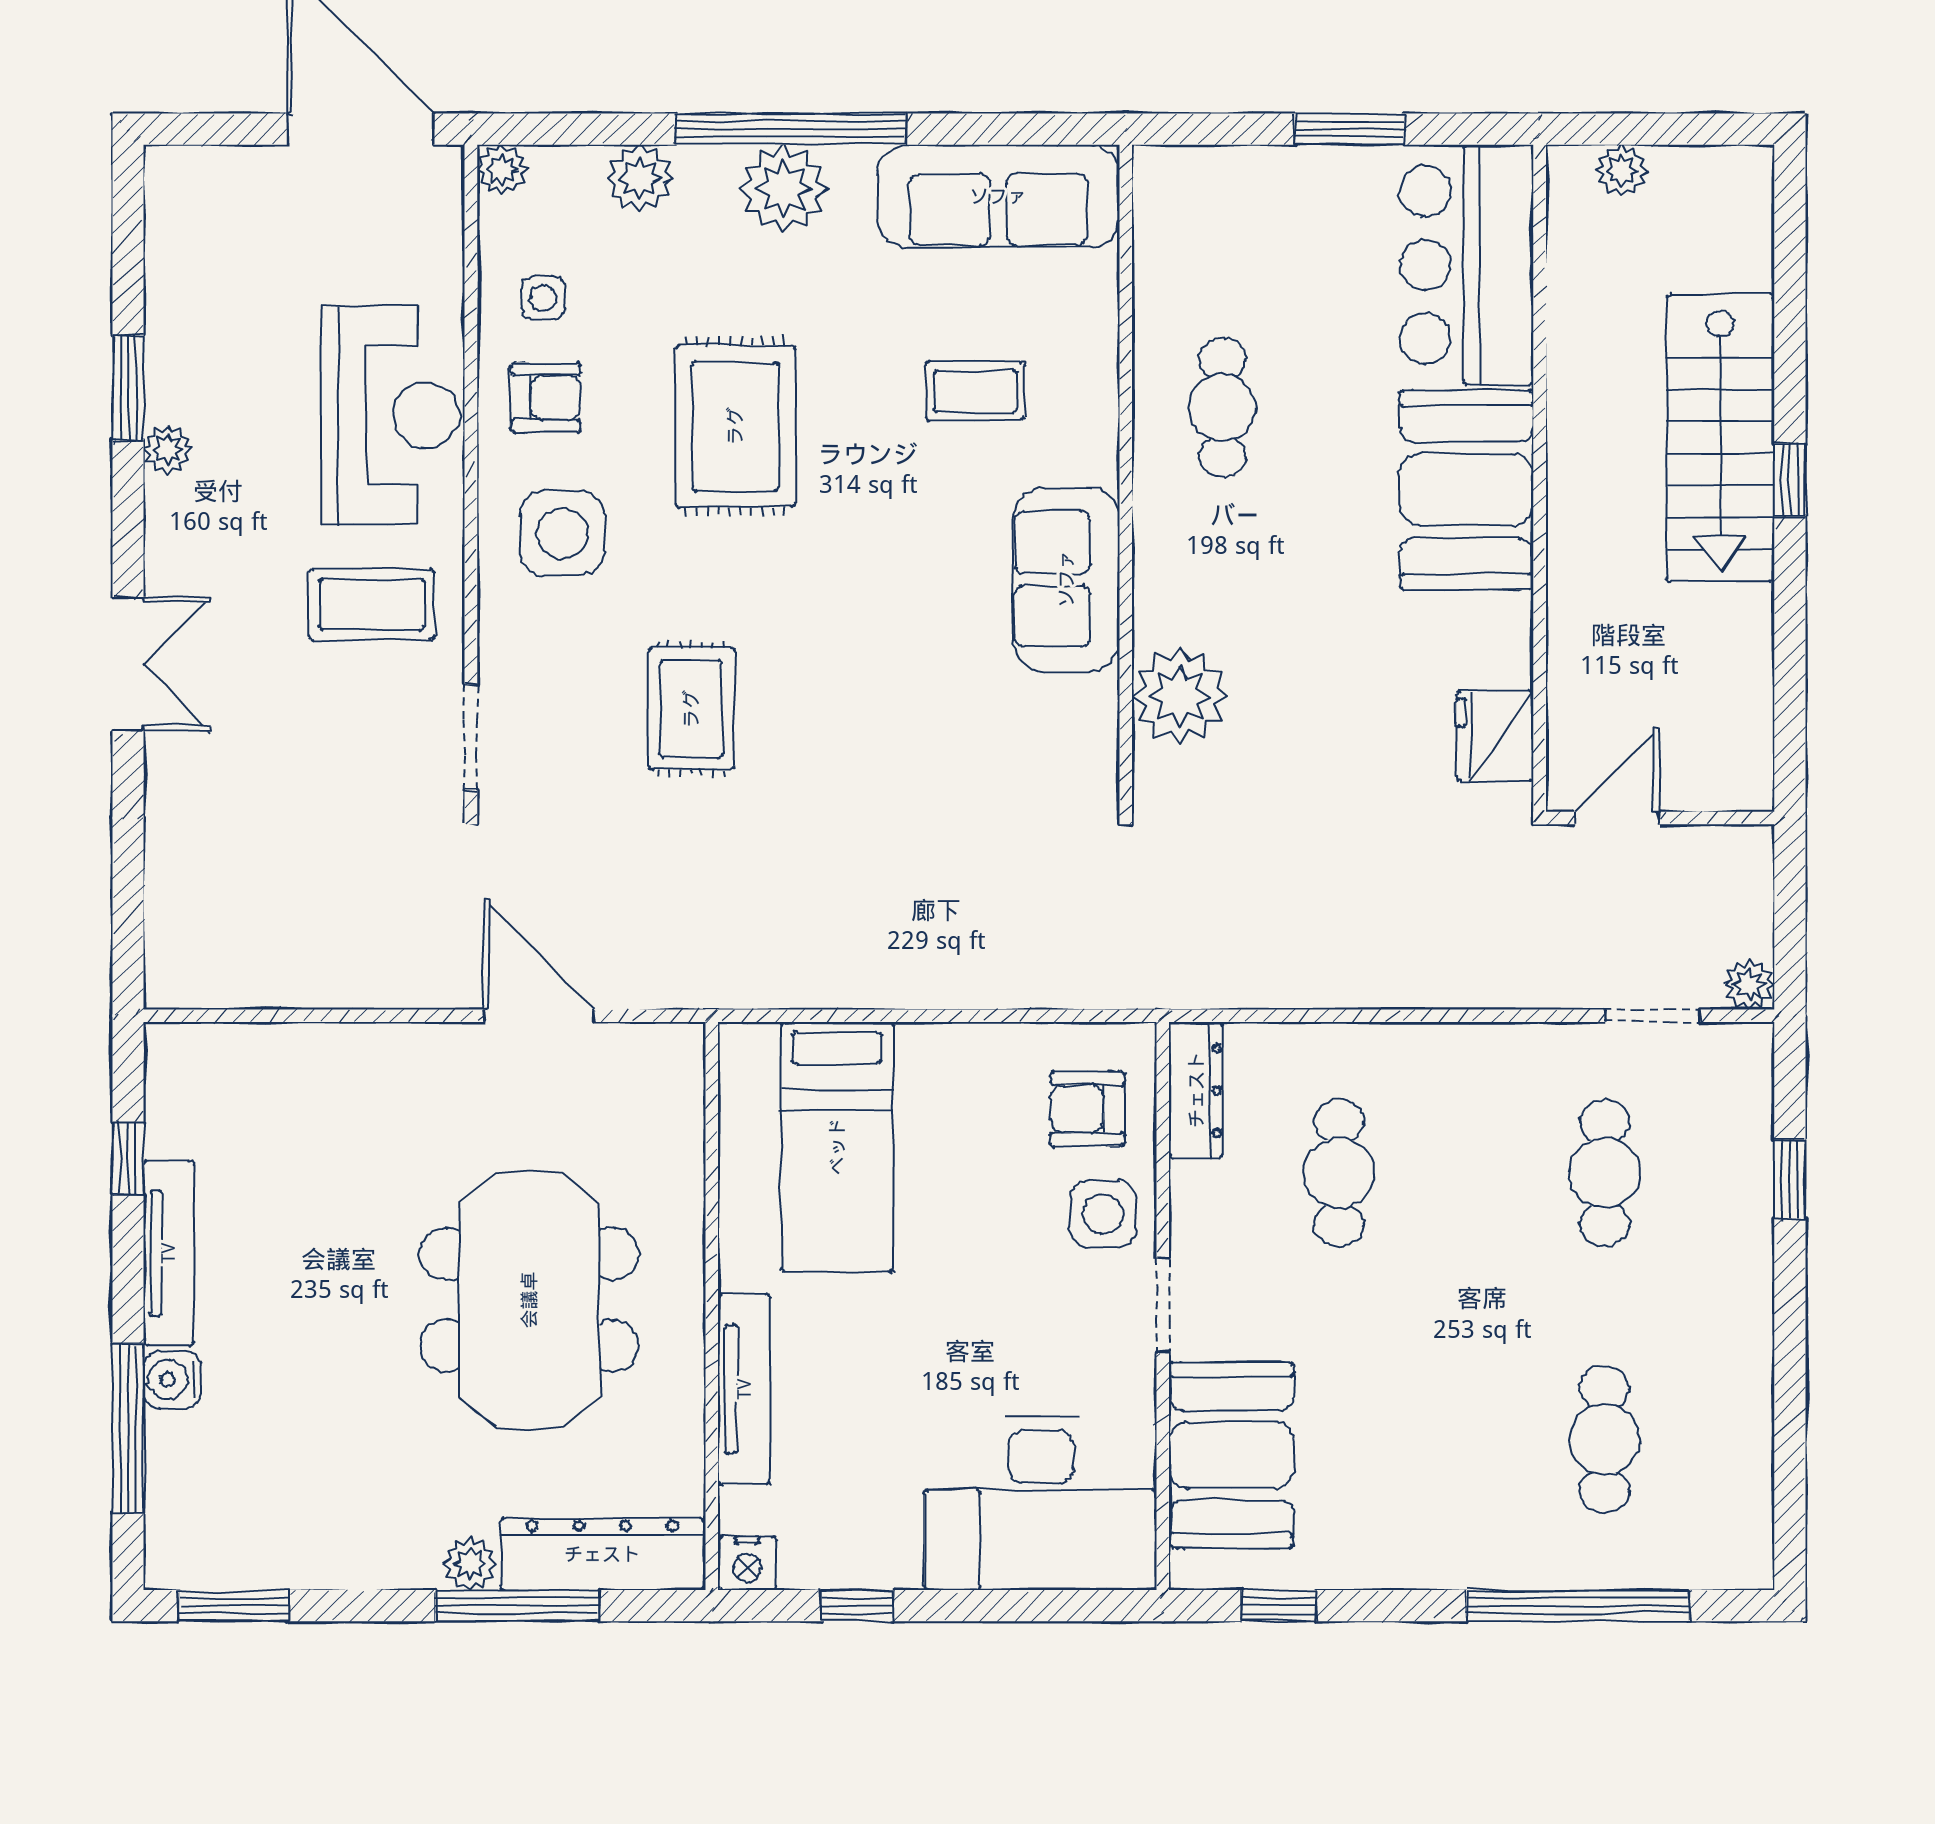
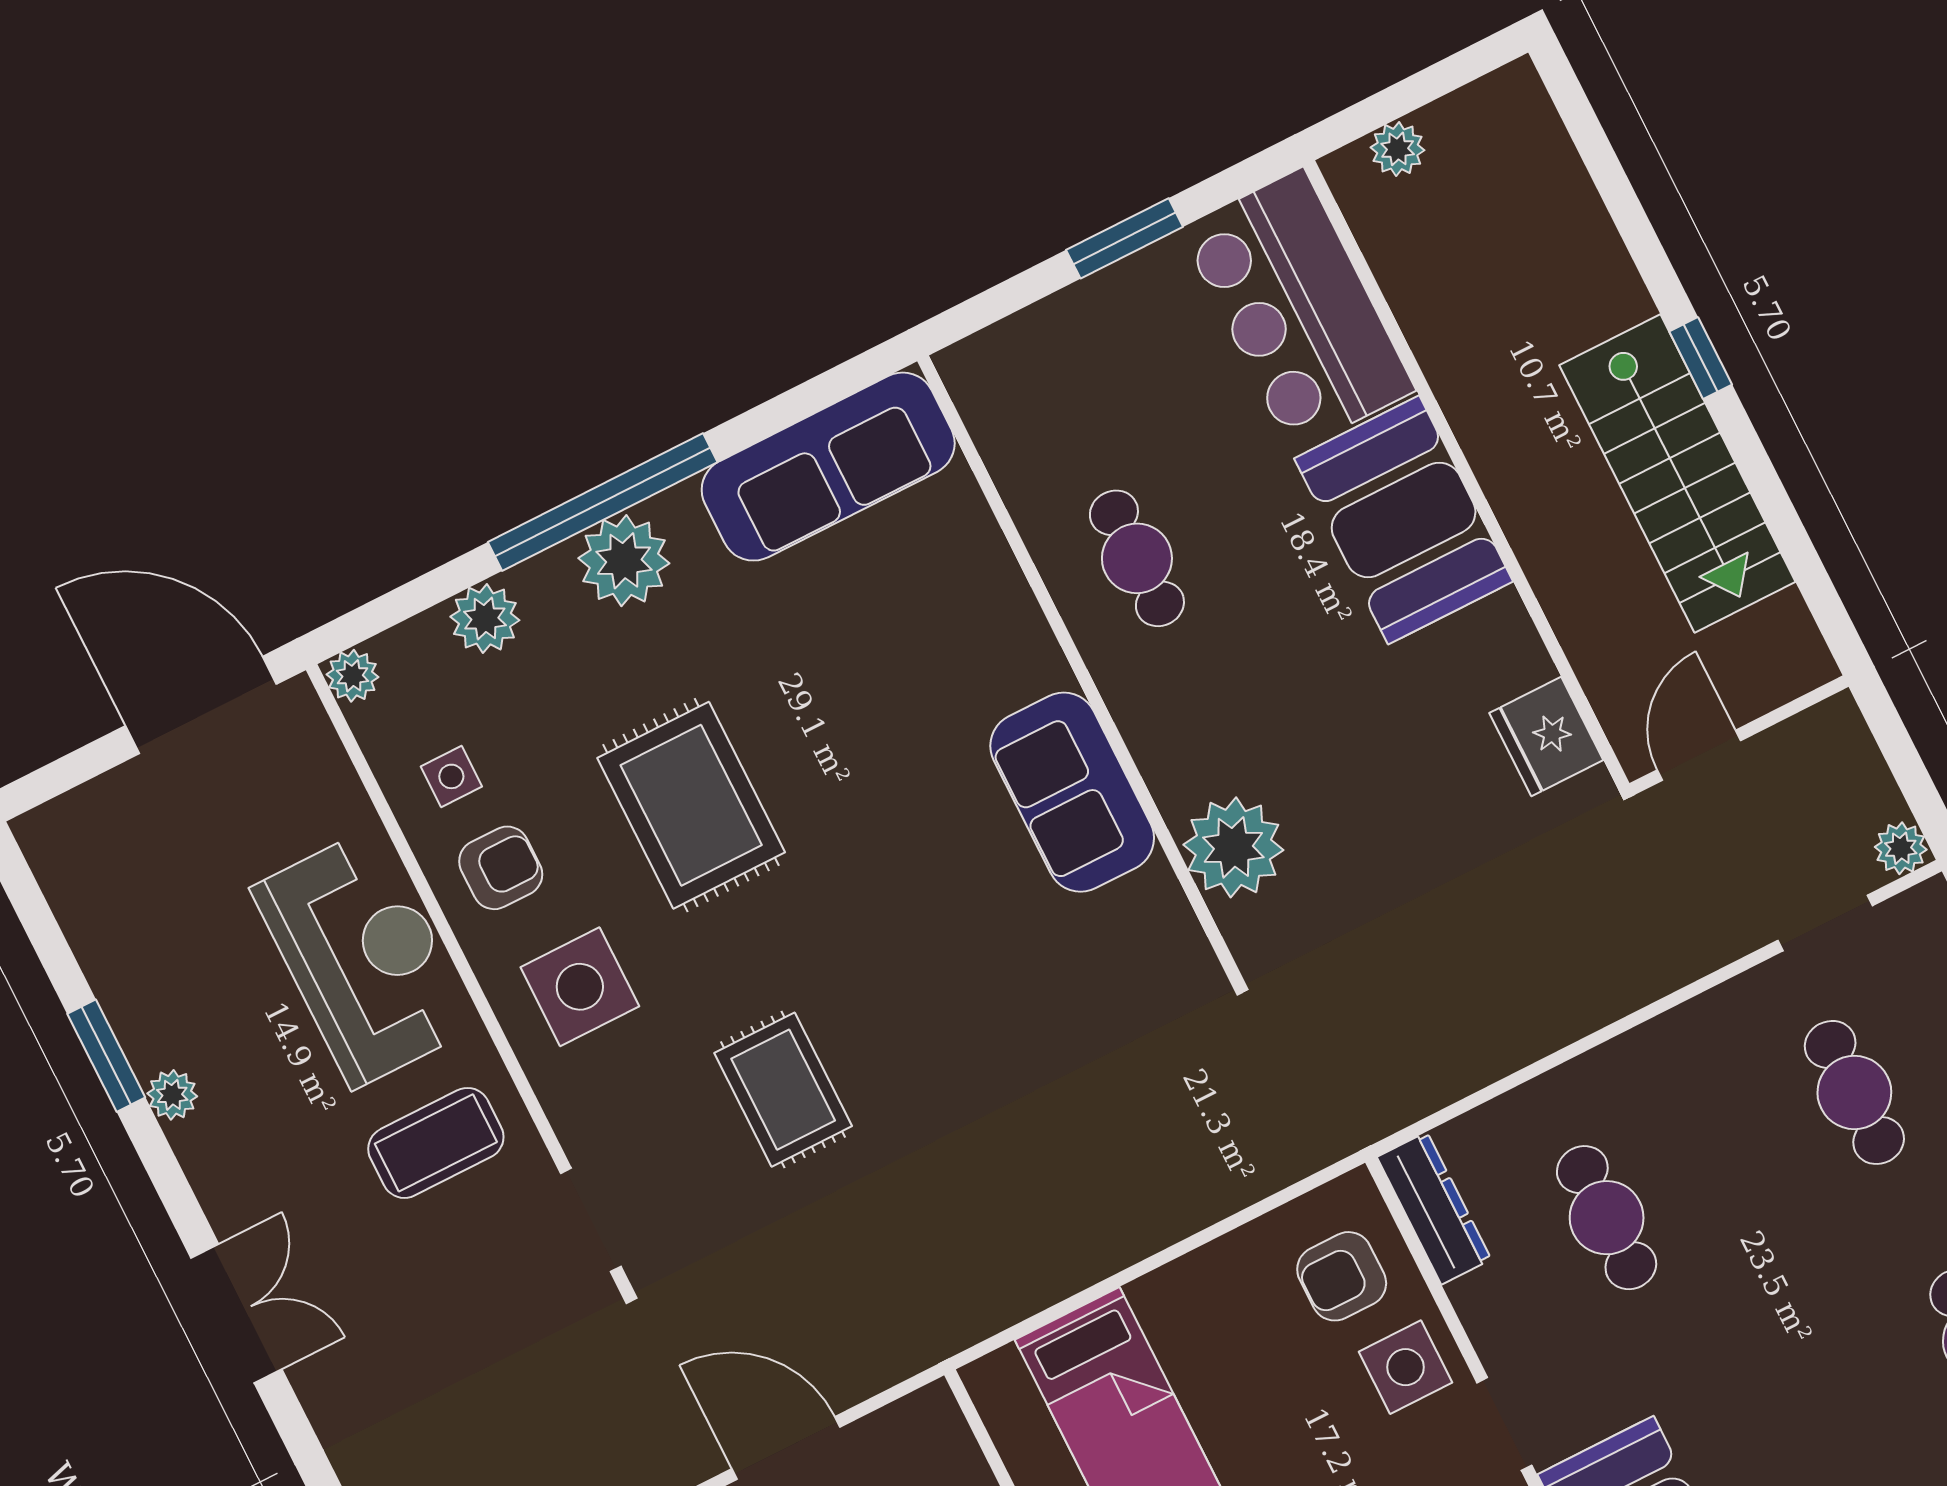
coffee table: (975, 391) -> (899, 660), removed
stairs: (1720, 438) -> (1677, 474), moved

